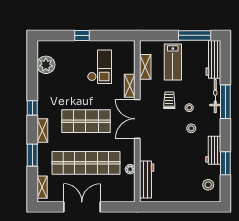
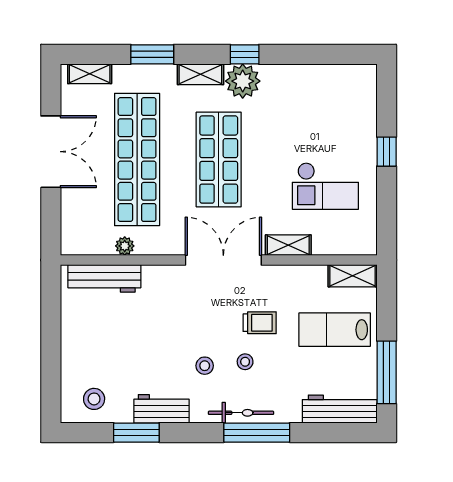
plant: (46, 65) -> (243, 81), moved
shelving: (145, 67) -> (353, 276), moved
bicycle: (215, 96) -> (241, 413), moved

